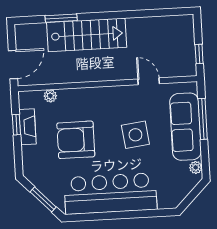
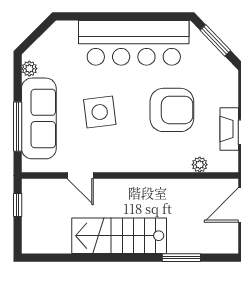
stairs: (87, 35) -> (119, 236), moved

